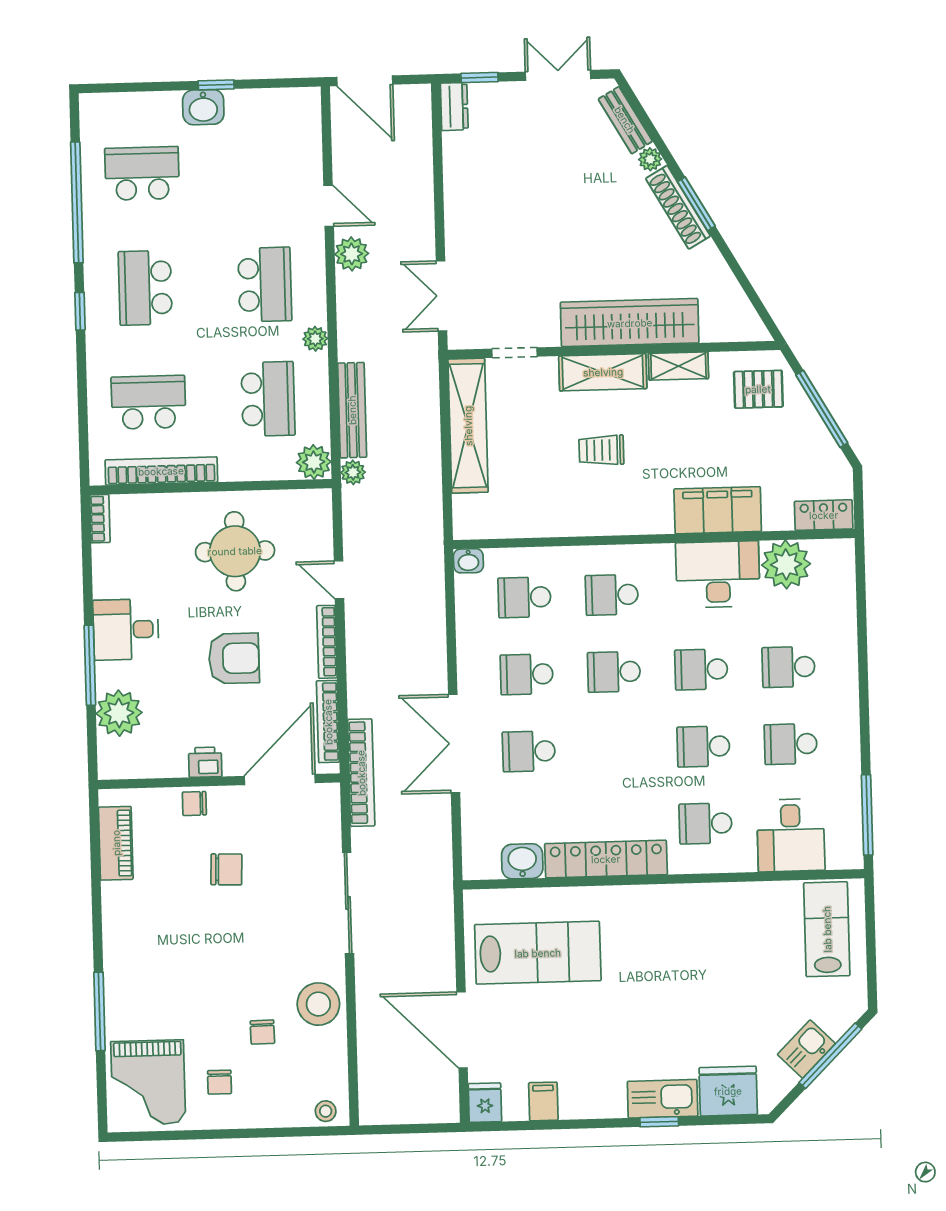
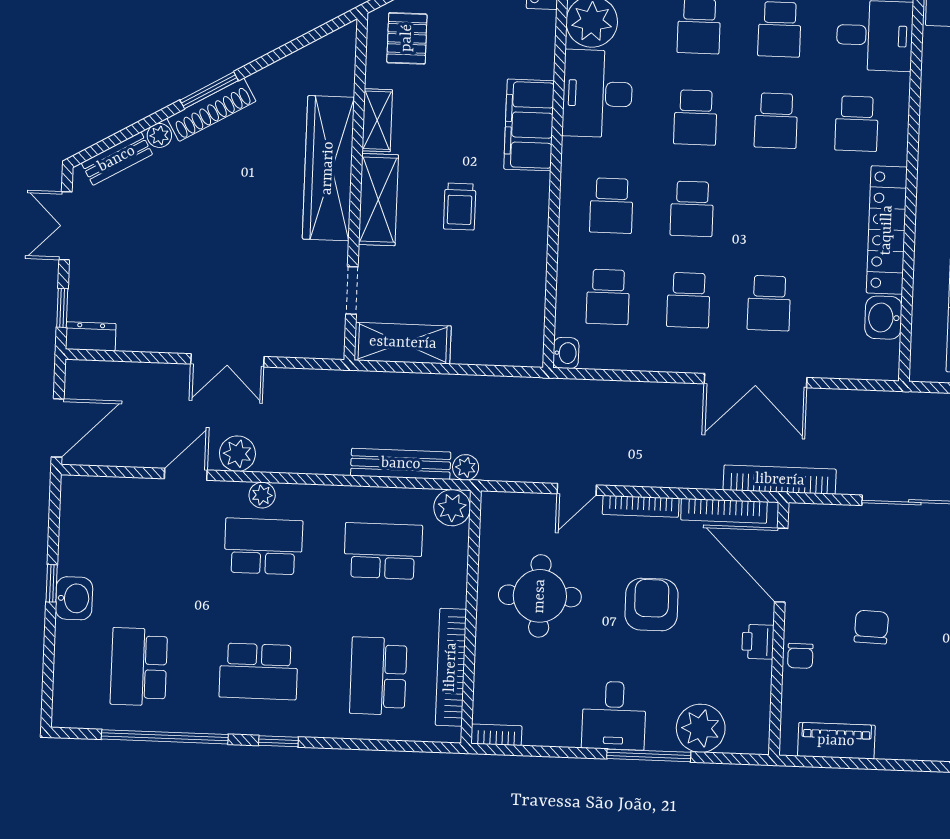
double door: (442, 296) -> (227, 360), moved
plant: (315, 339) -> (262, 495), moved
shelving: (468, 426) -> (403, 343), width x0.68
filing cabinet: (718, 510) -> (529, 125), moved

